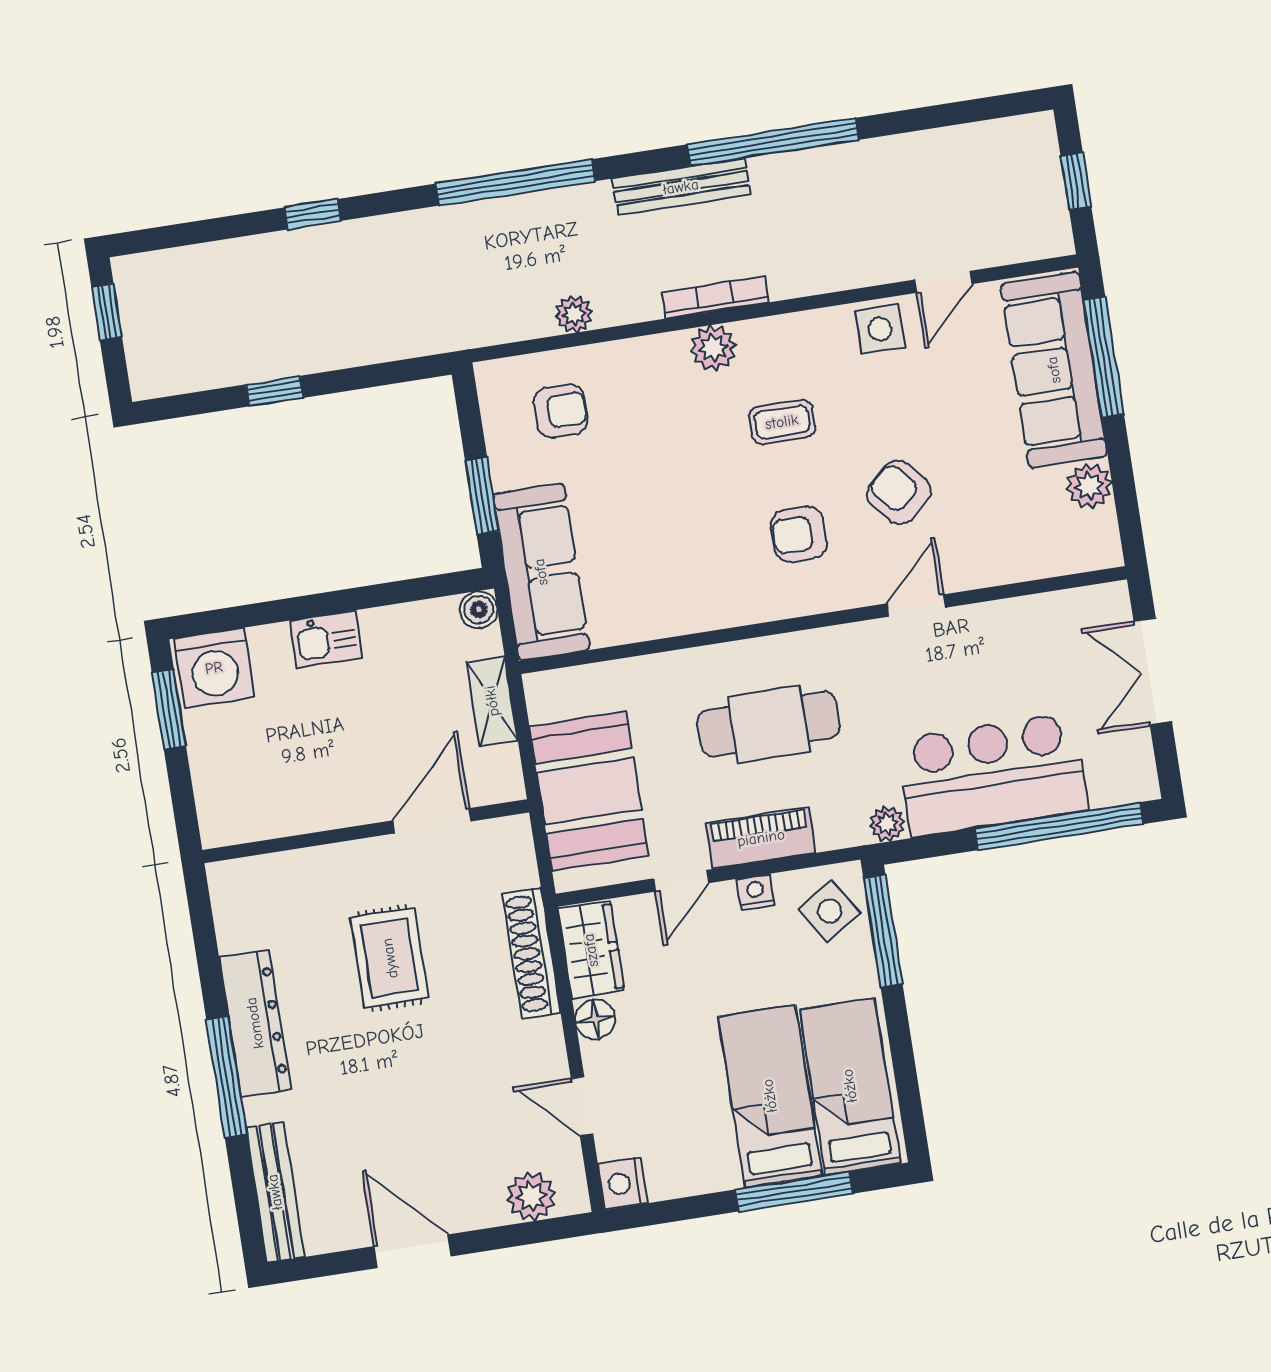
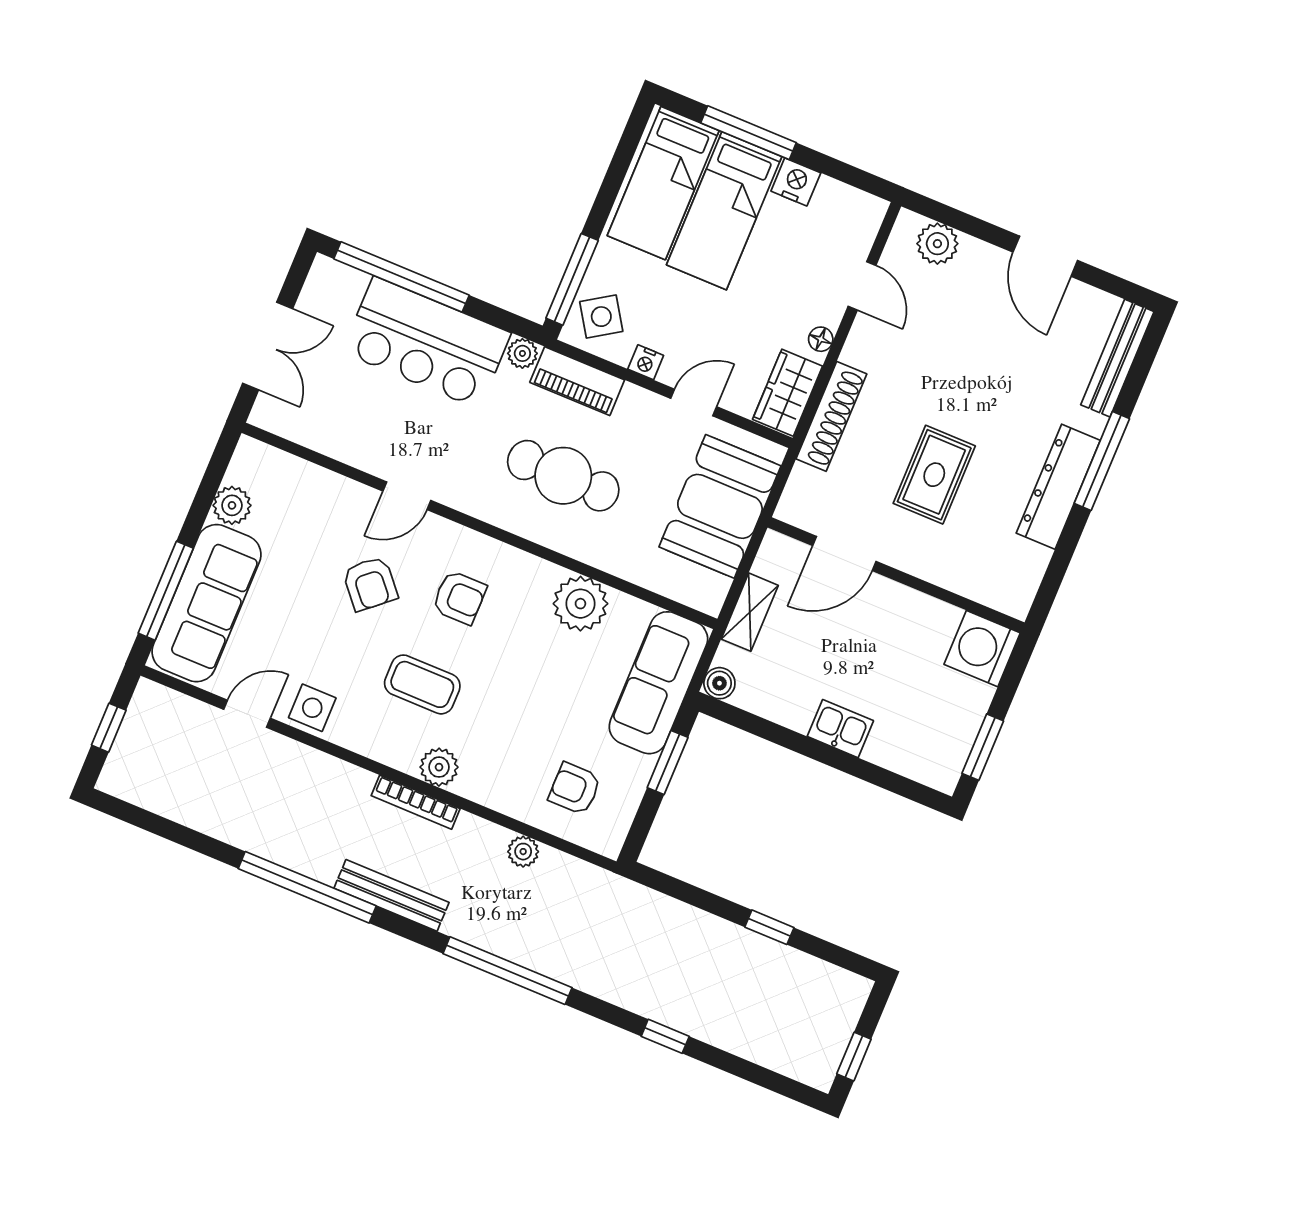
coffee table: (782, 422) -> (422, 684), width x1.36, depth x1.30
plant: (671, 604) -> (580, 604), added
washing machine: (214, 668) -> (982, 649), moved, turned -90
piano: (761, 838) -> (577, 381), moved
floor lamp: (595, 1019) -> (821, 339), width x0.73, depth x0.73
nightstand: (623, 1183) -> (796, 182), moved, turned -90

